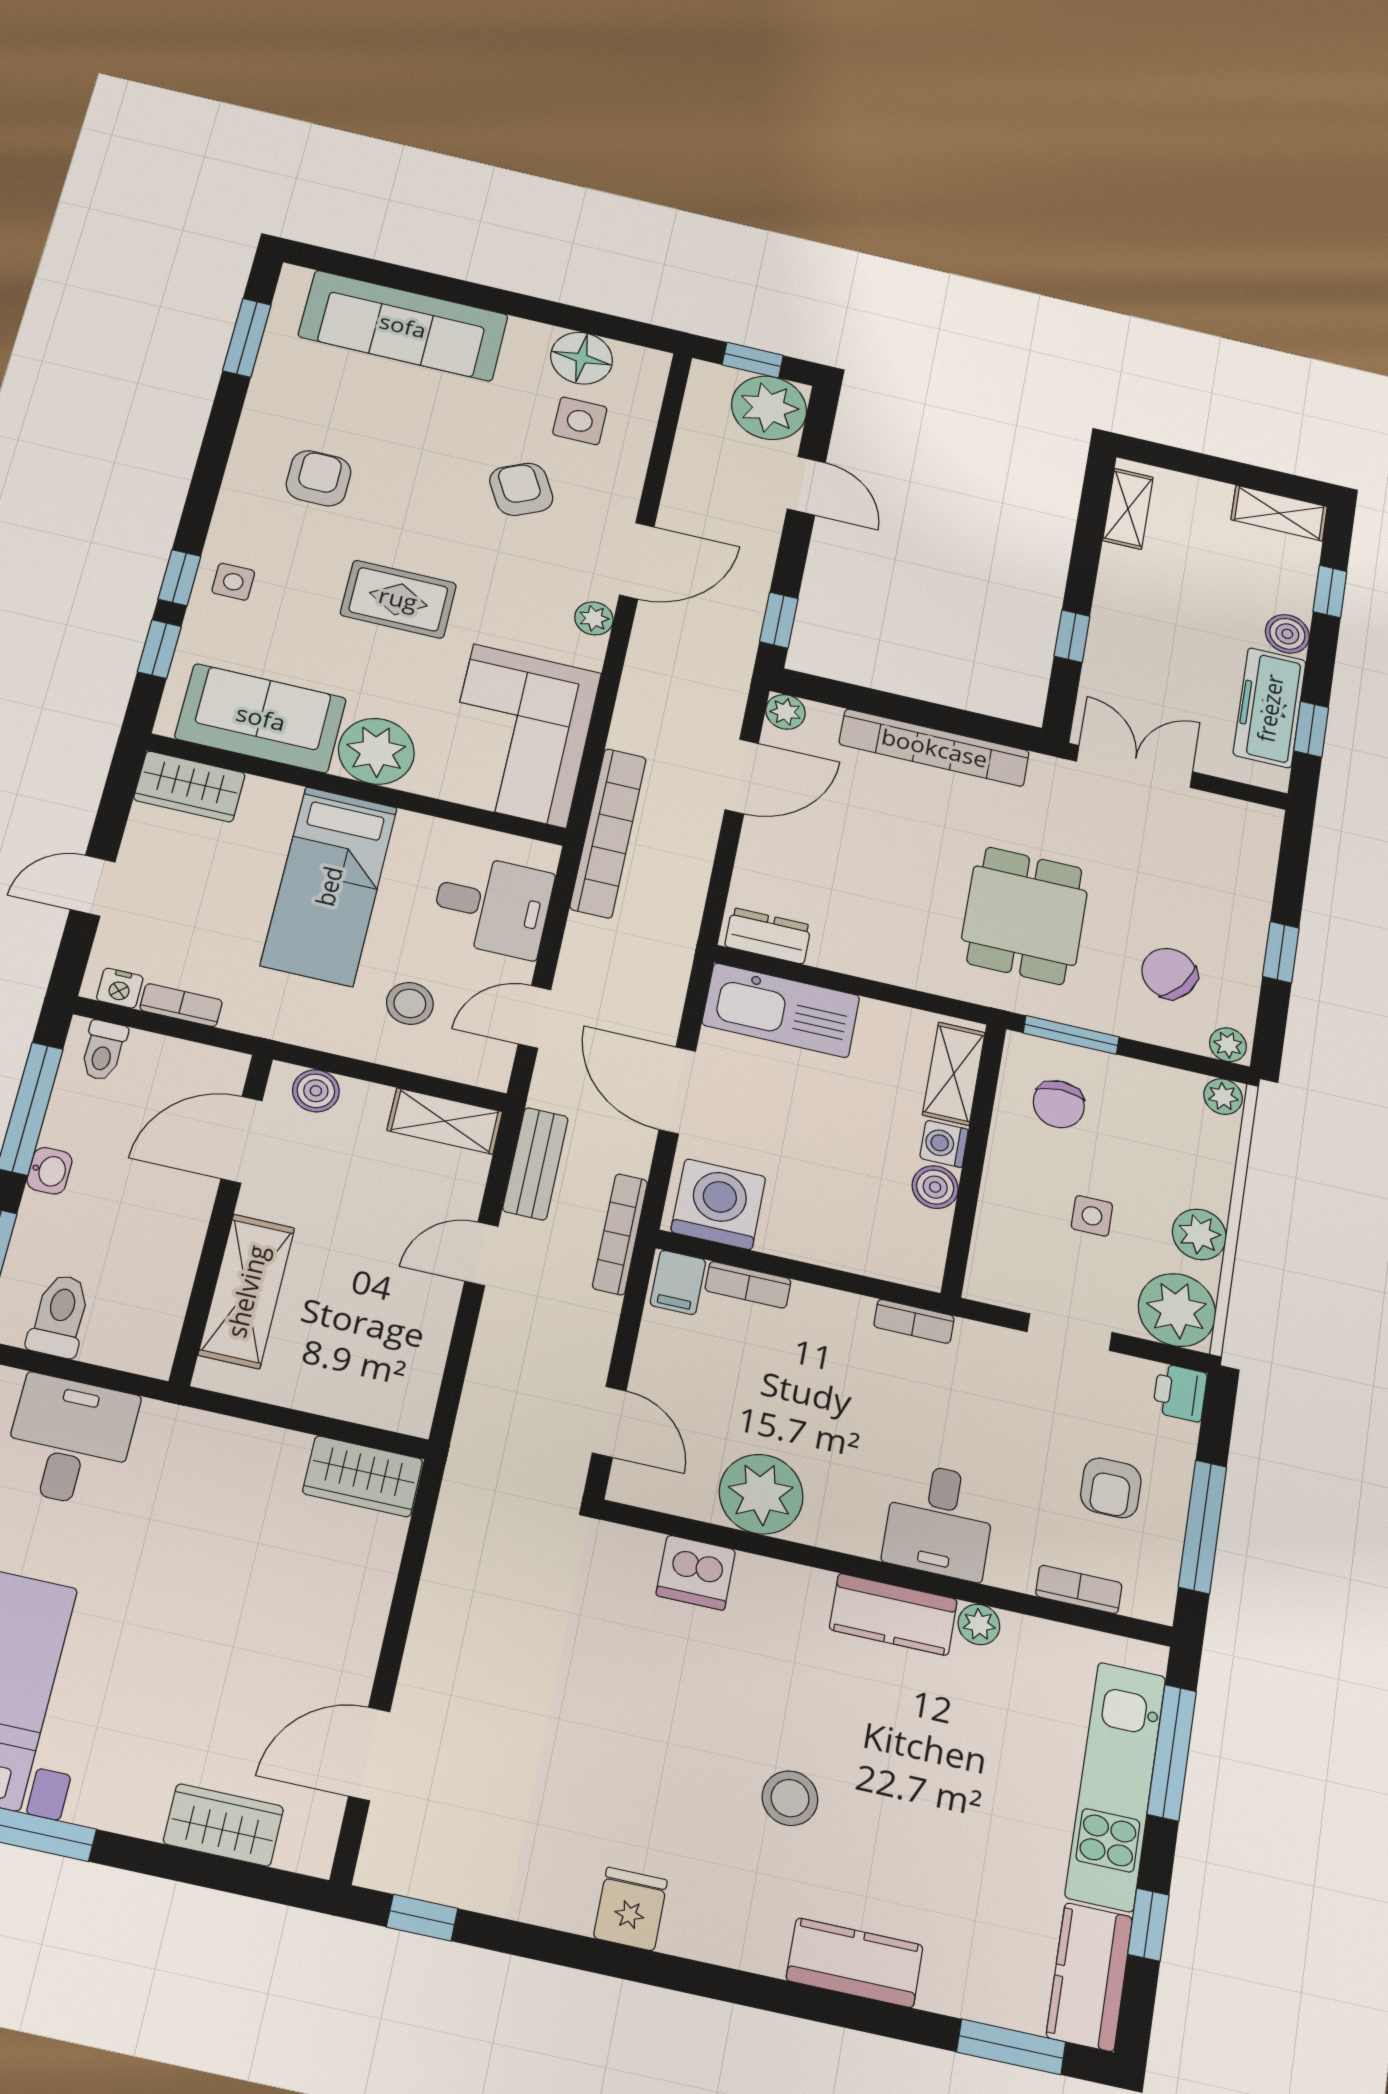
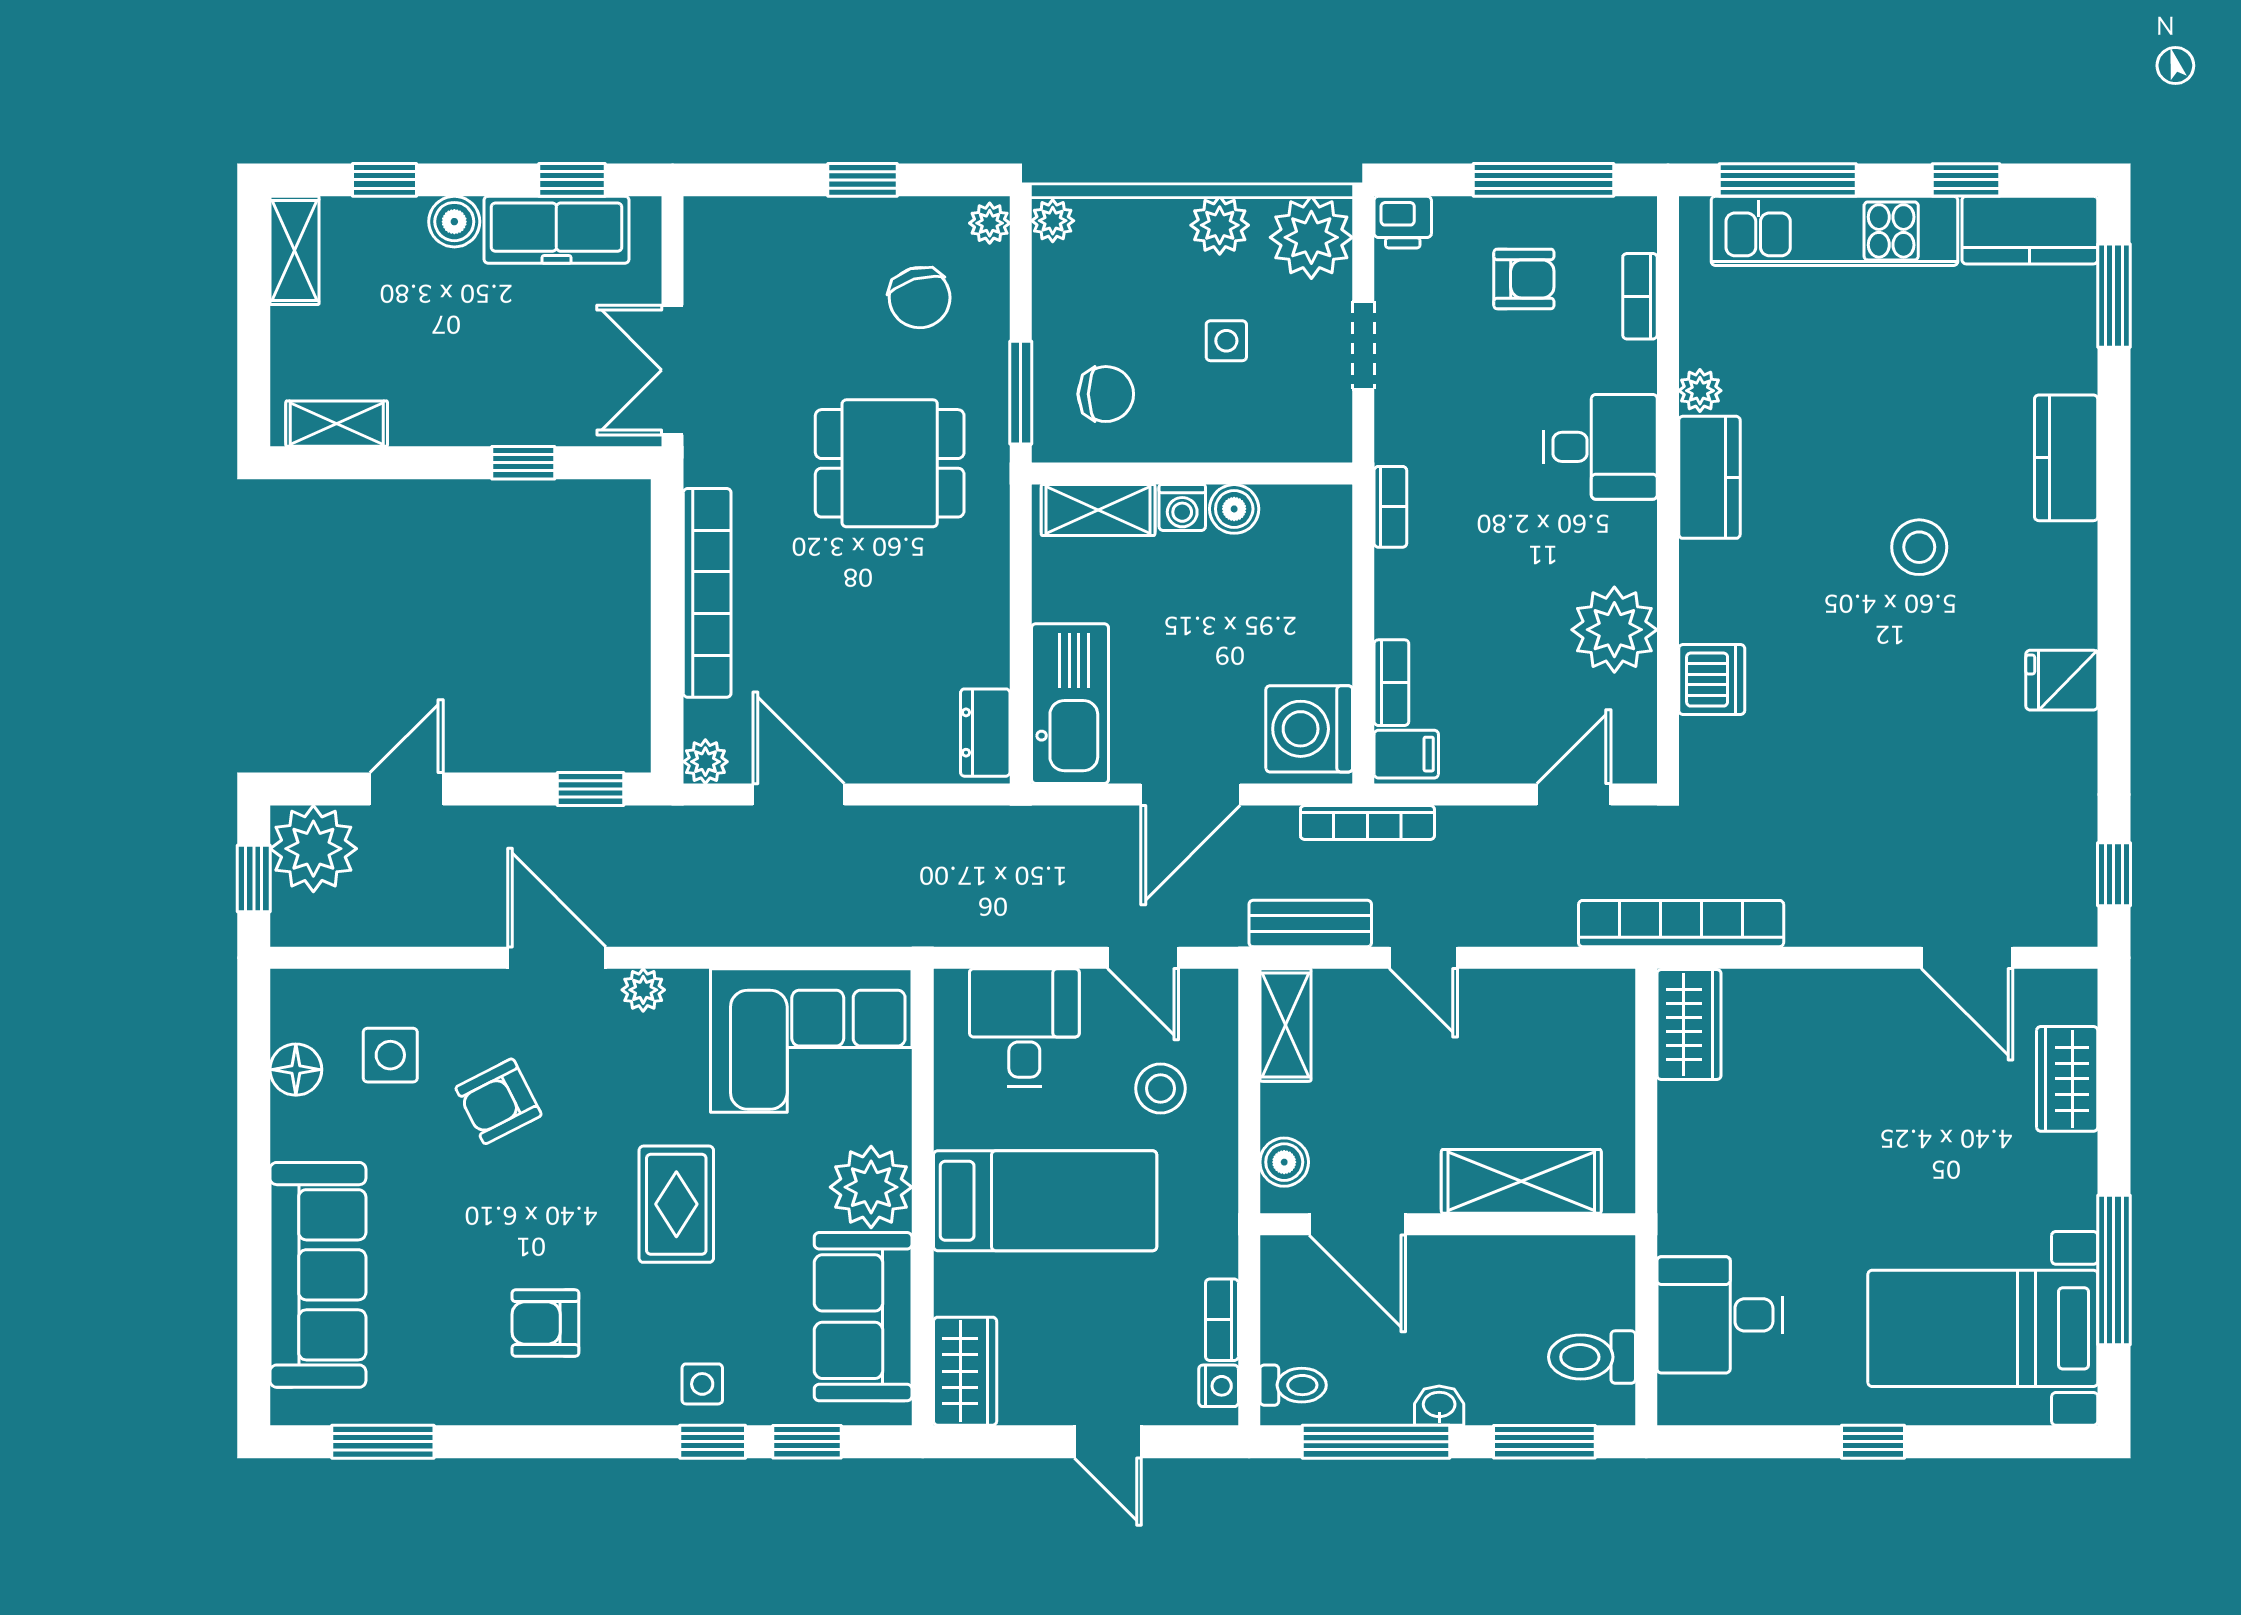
floor lamp: (582, 358) -> (296, 1070), width x0.73, depth x0.73
bookcase: (608, 833) -> (1681, 924), moved
chair: (1169, 973) -> (920, 298), turned -53

